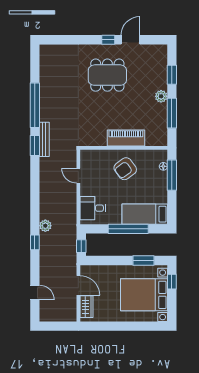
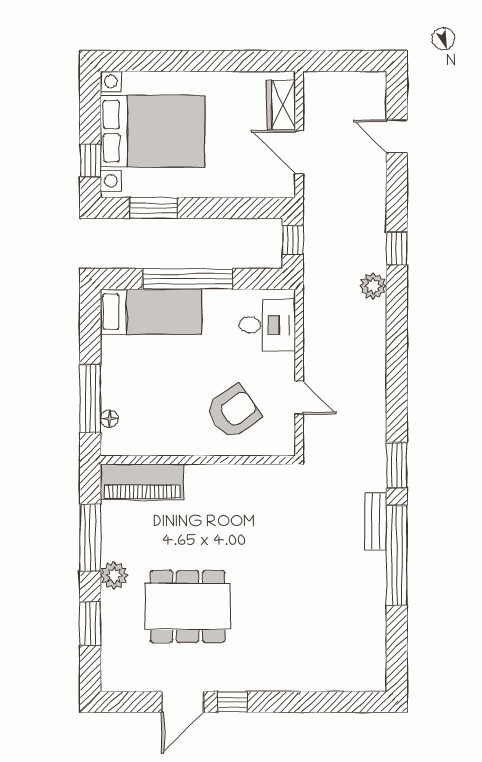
dining table: (107, 75) -> (188, 606), moved
piano: (126, 138) -> (142, 482), moved
bench: (44, 139) -> (376, 521), moved, width x0.73
armchair: (125, 169) -> (233, 412), moved

